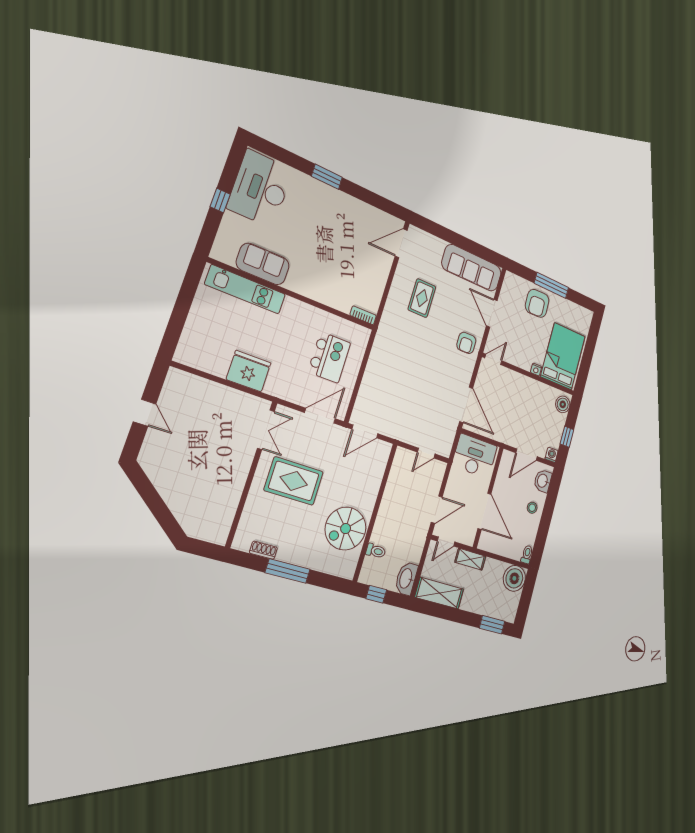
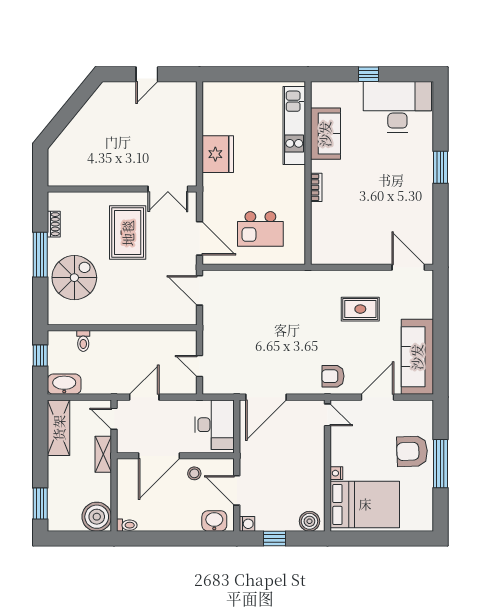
bookcase: (363, 315) -> (316, 187), moved
stool: (532, 508) -> (194, 473), moved
door: (437, 510) -> (144, 397), swing flipped
spiral stairs: (346, 529) -> (74, 278), moved, turned 90

